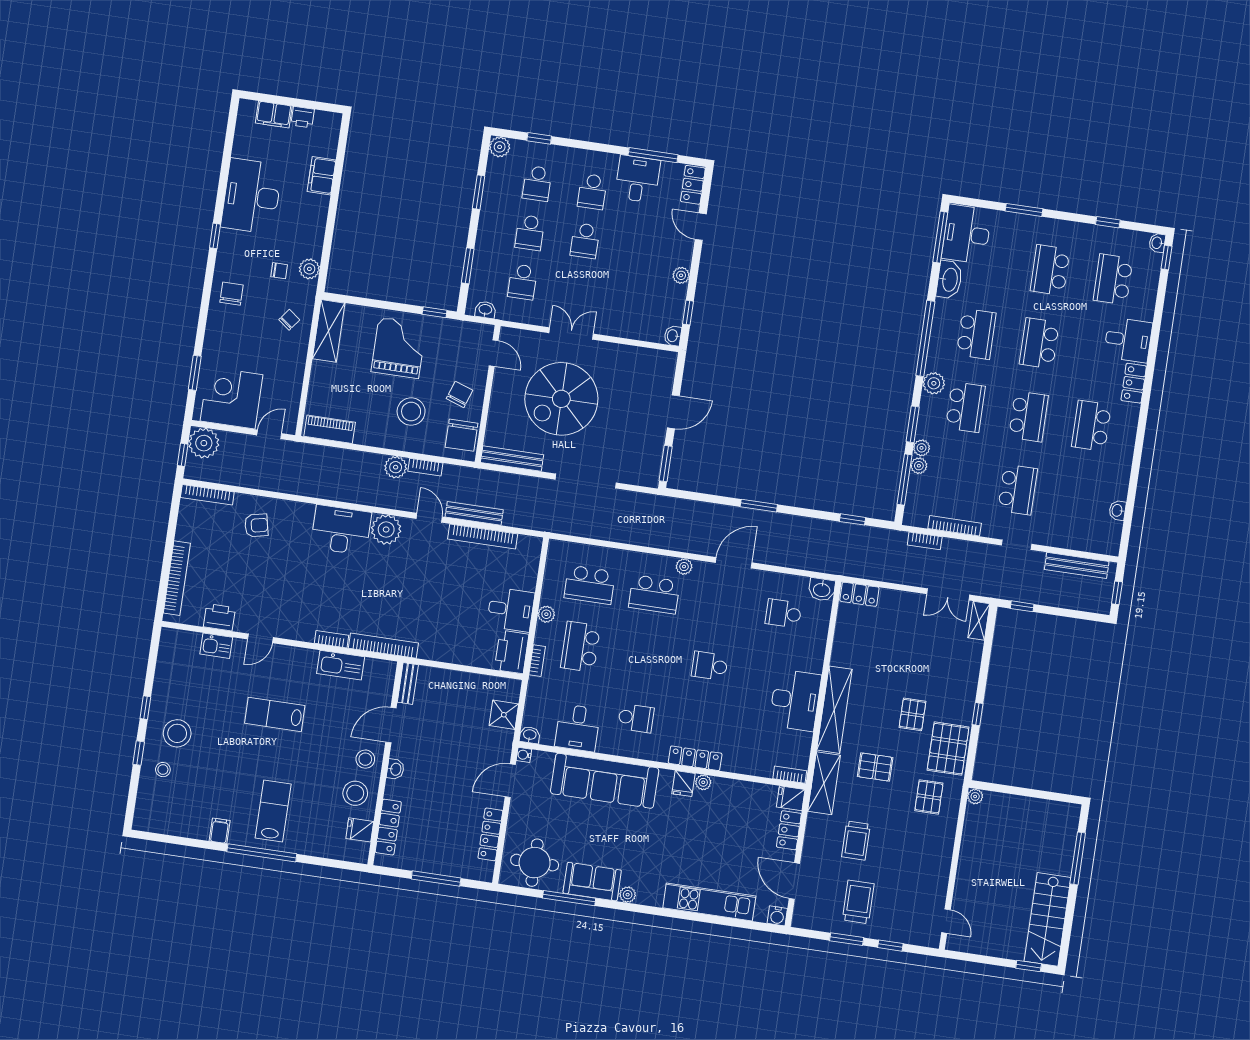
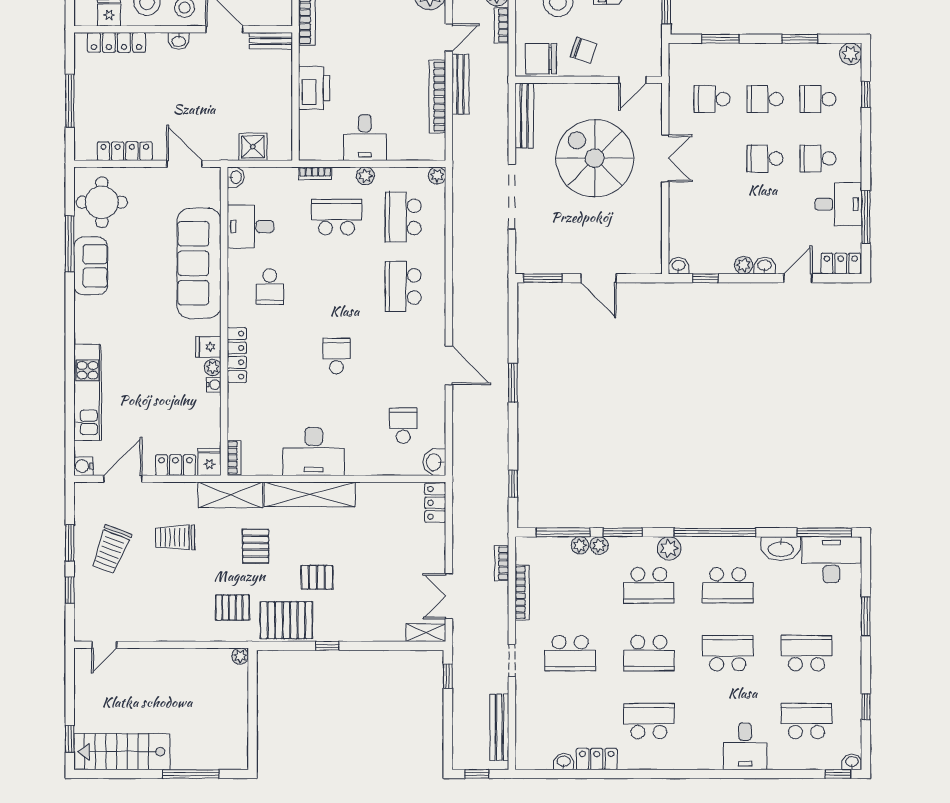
washbasin: (485, 310) -> (764, 266), moved, turned -90
locker: (1134, 383) -> (597, 759), moved
plant: (684, 567) -> (437, 176), moved
printer: (512, 652) -> (314, 88), moved, turned 90
water cooler: (524, 755) -> (214, 385), moved, turned 90
plant: (628, 895) -> (83, 305), removed
trolley: (858, 902) -> (111, 549), turned 111

